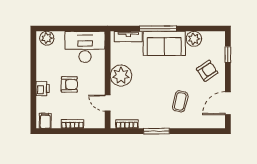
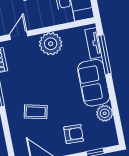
window: (158, 29) -> (104, 55), moved
armchair: (207, 71) -> (74, 134), turned -54

